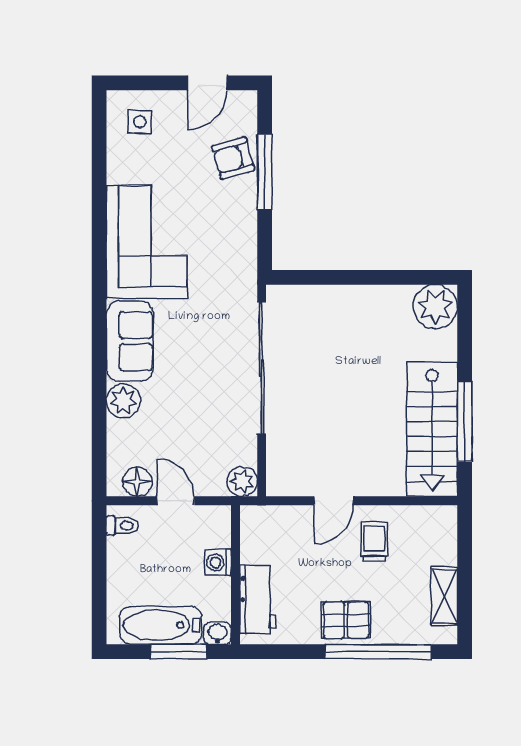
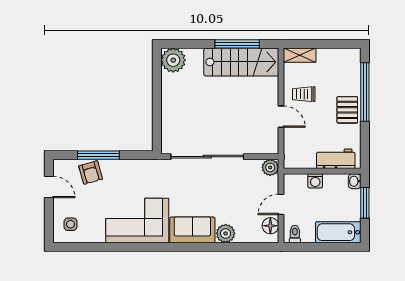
shelving: (444, 596) -> (300, 55), moved
bathtub: (161, 625) -> (338, 232), moved, turned 90

